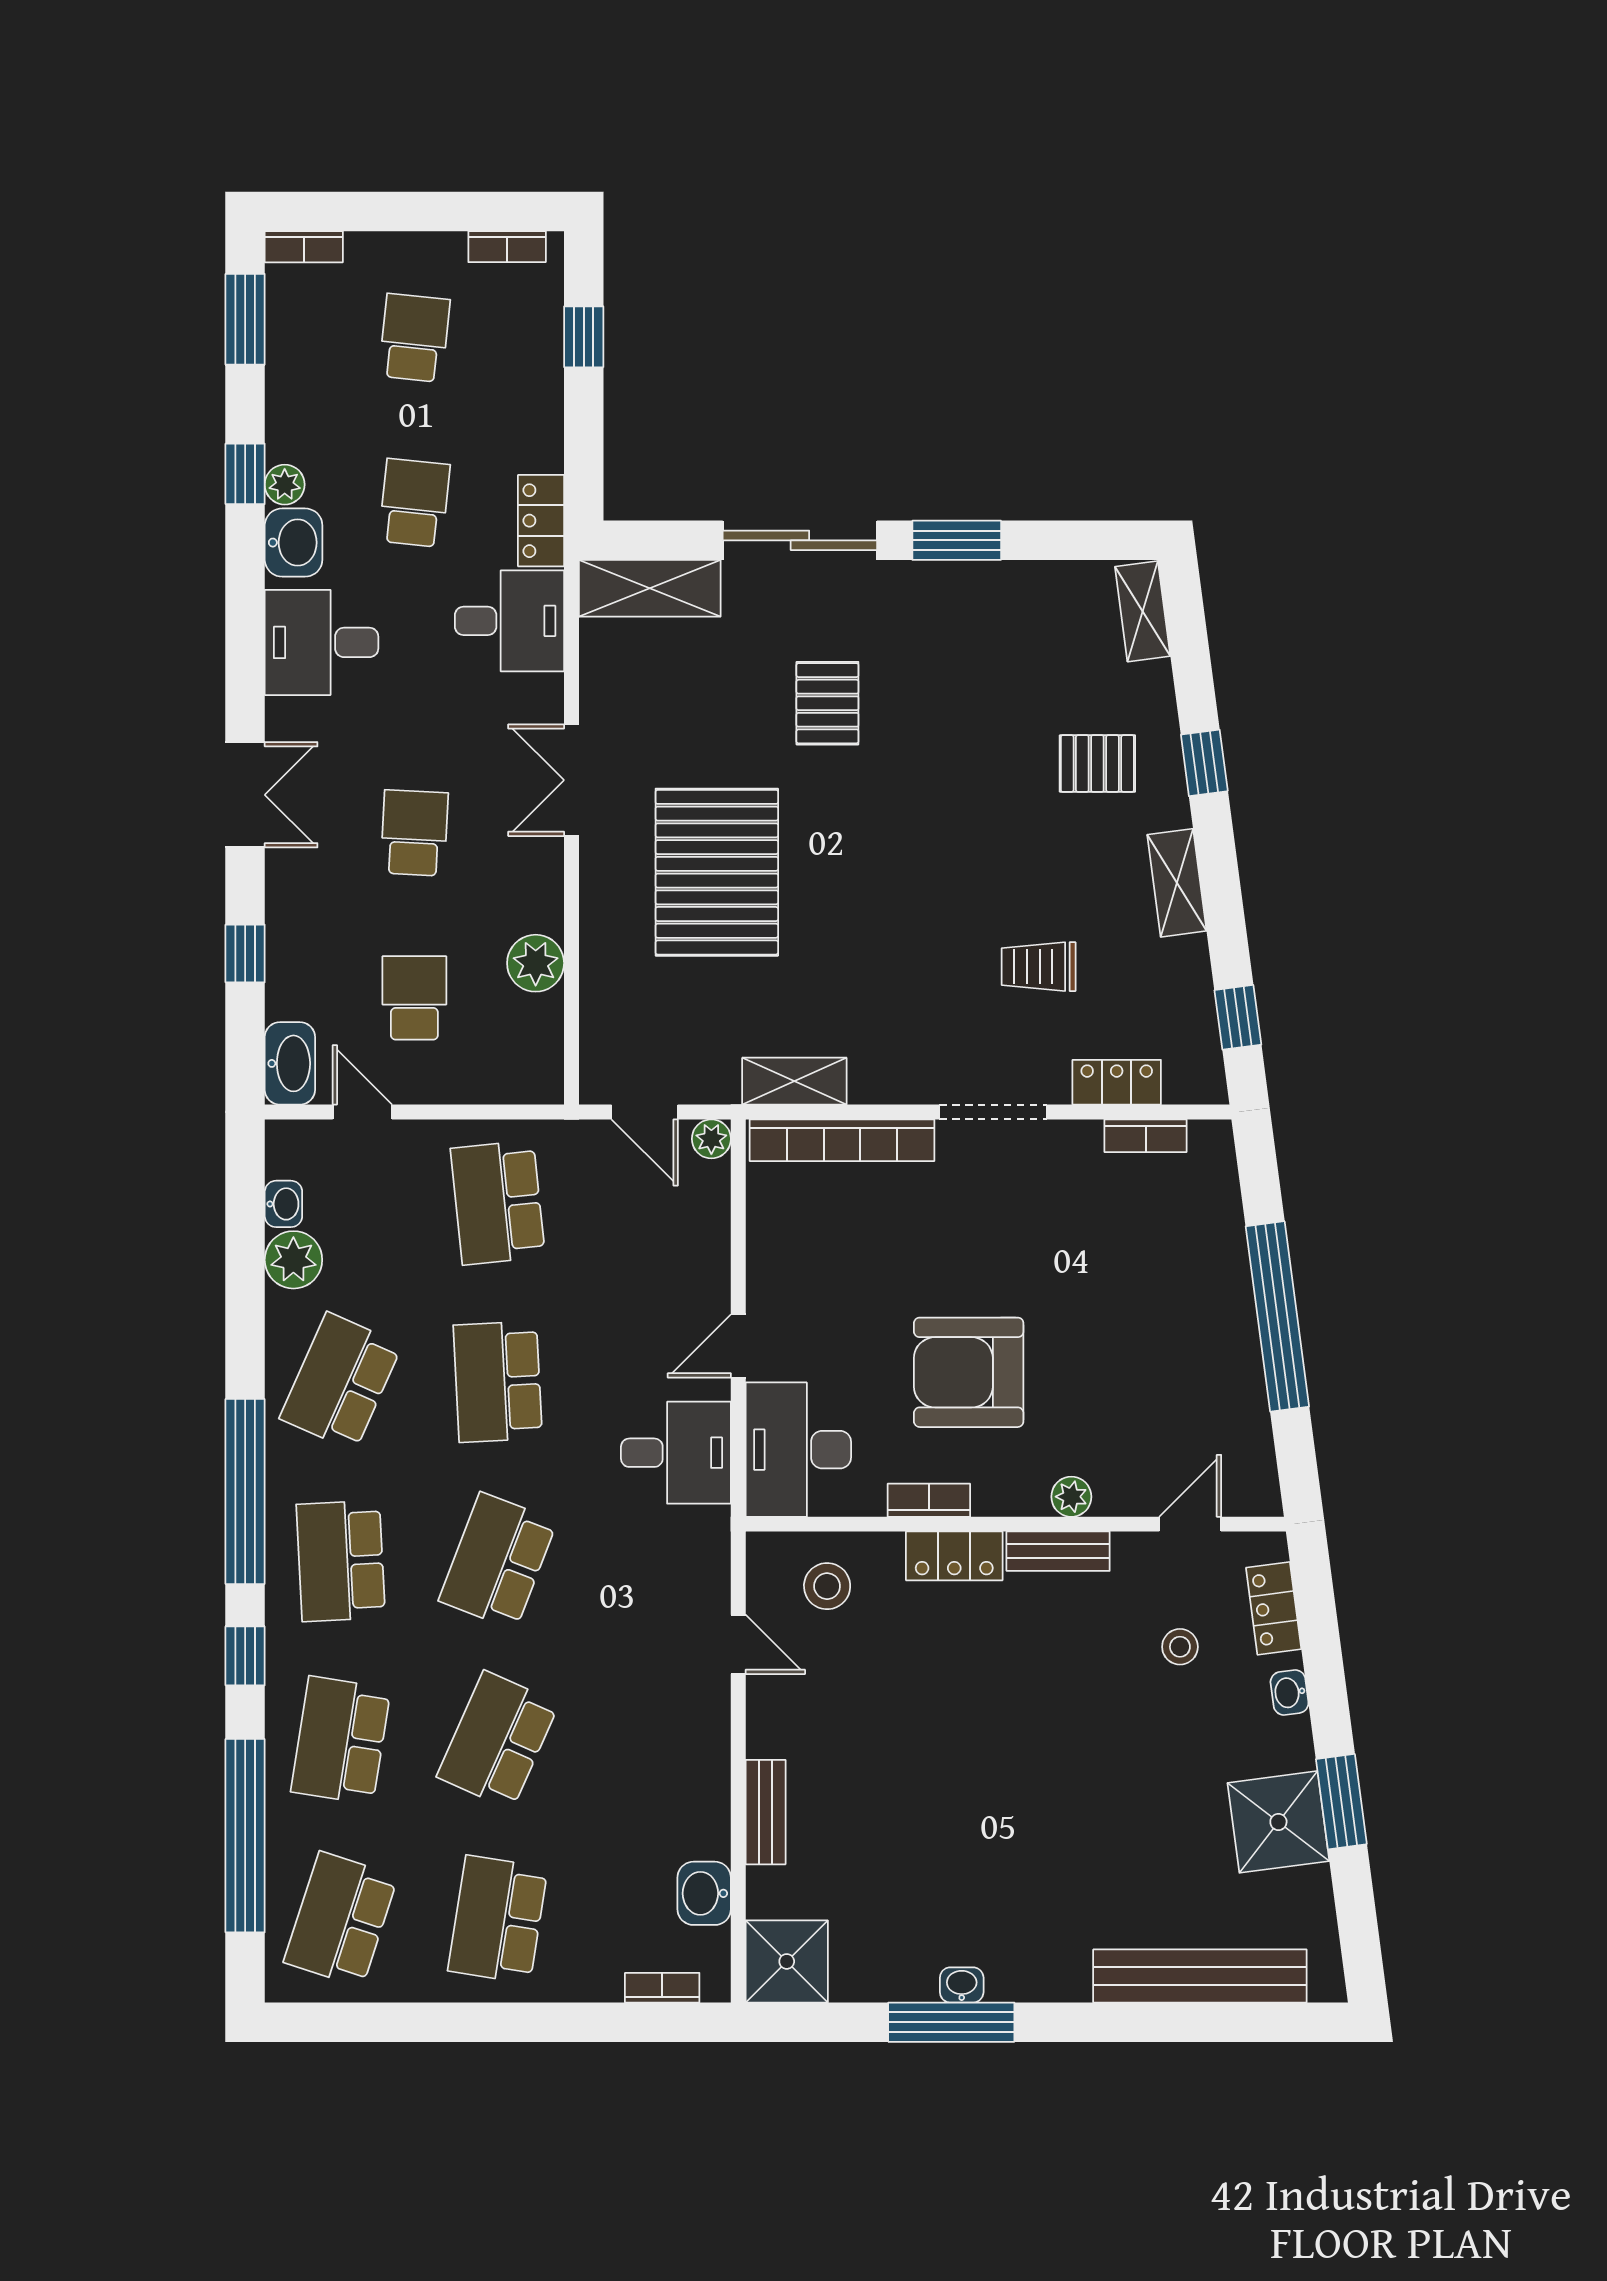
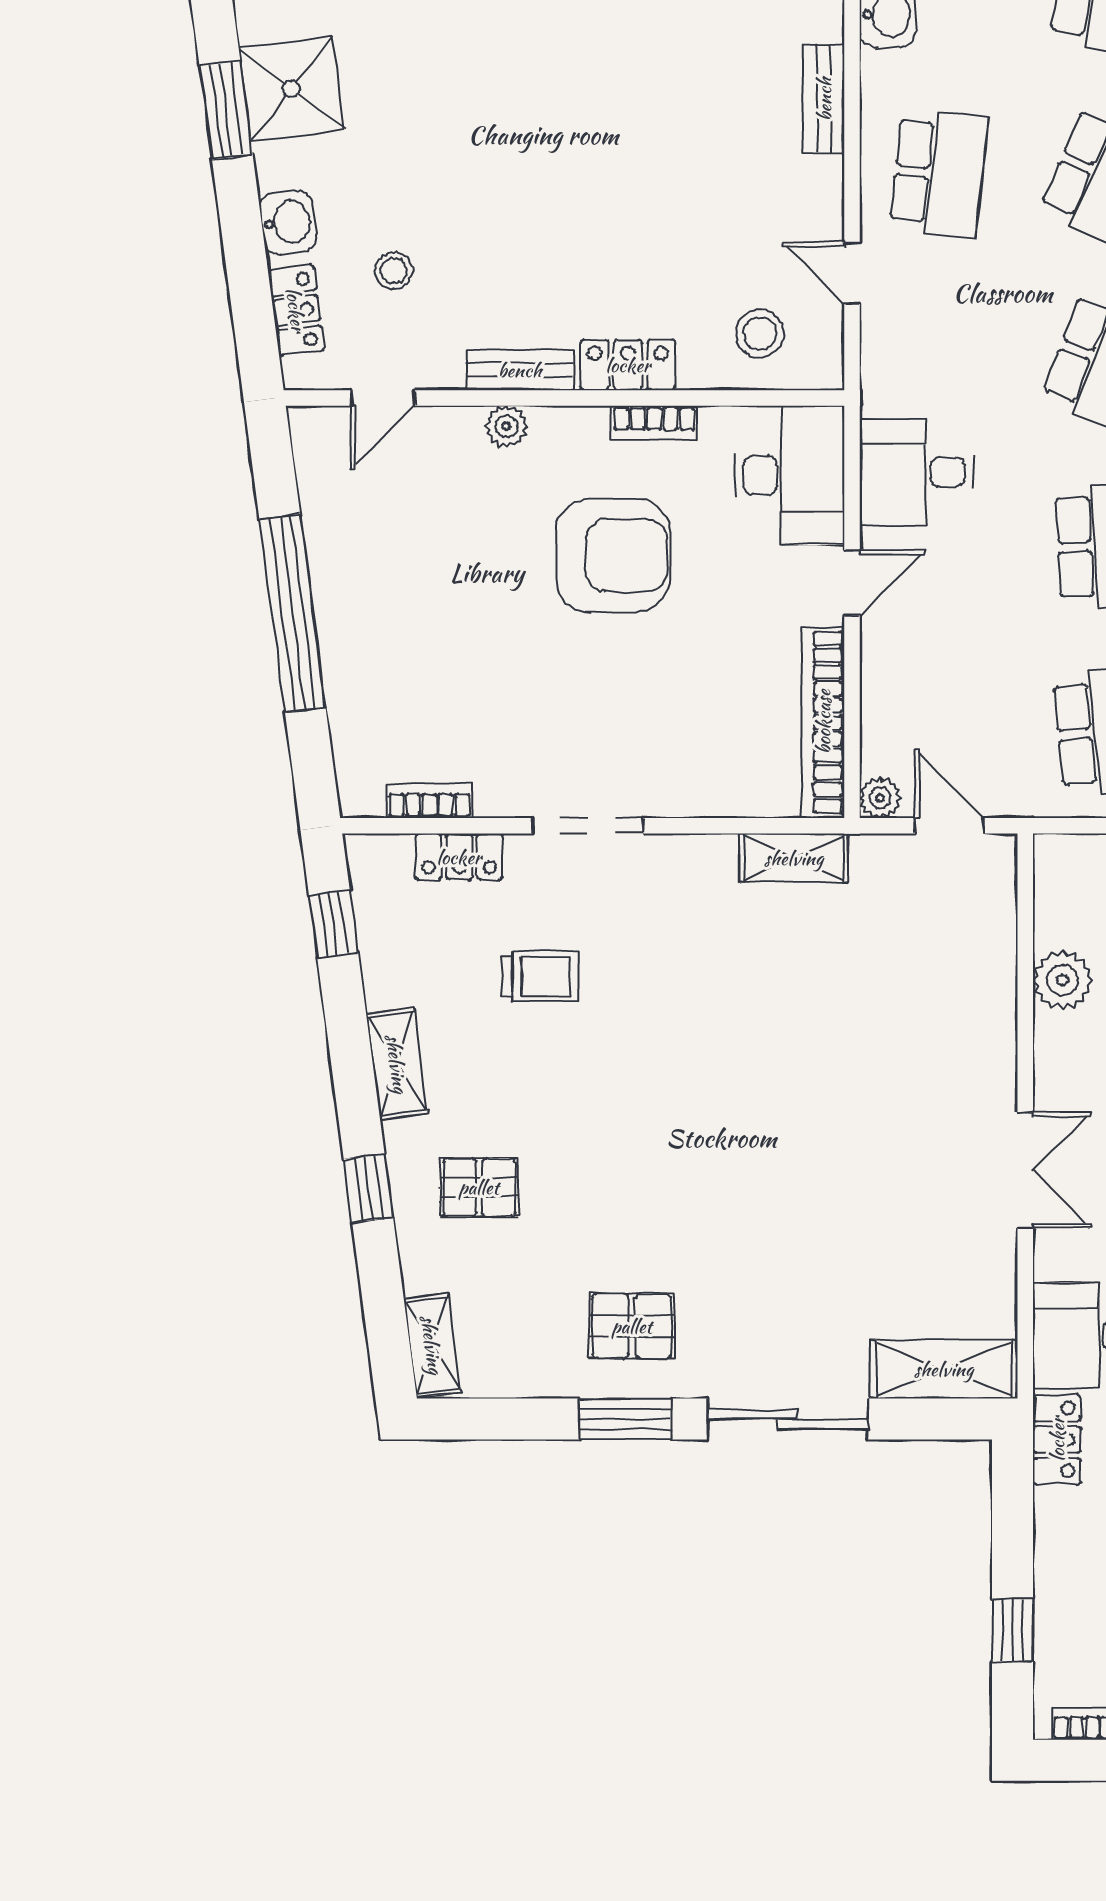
pallet: (827, 703) -> (632, 1326), moved, turned 90
pallet: (717, 872) -> (874, 1075), removed
bookcase: (842, 1140) -> (823, 722), moved, turned -90
washbasin: (1289, 1692) -> (288, 222), width x1.38, depth x1.45
school desk: (655, 1740) -> (939, 174), added

